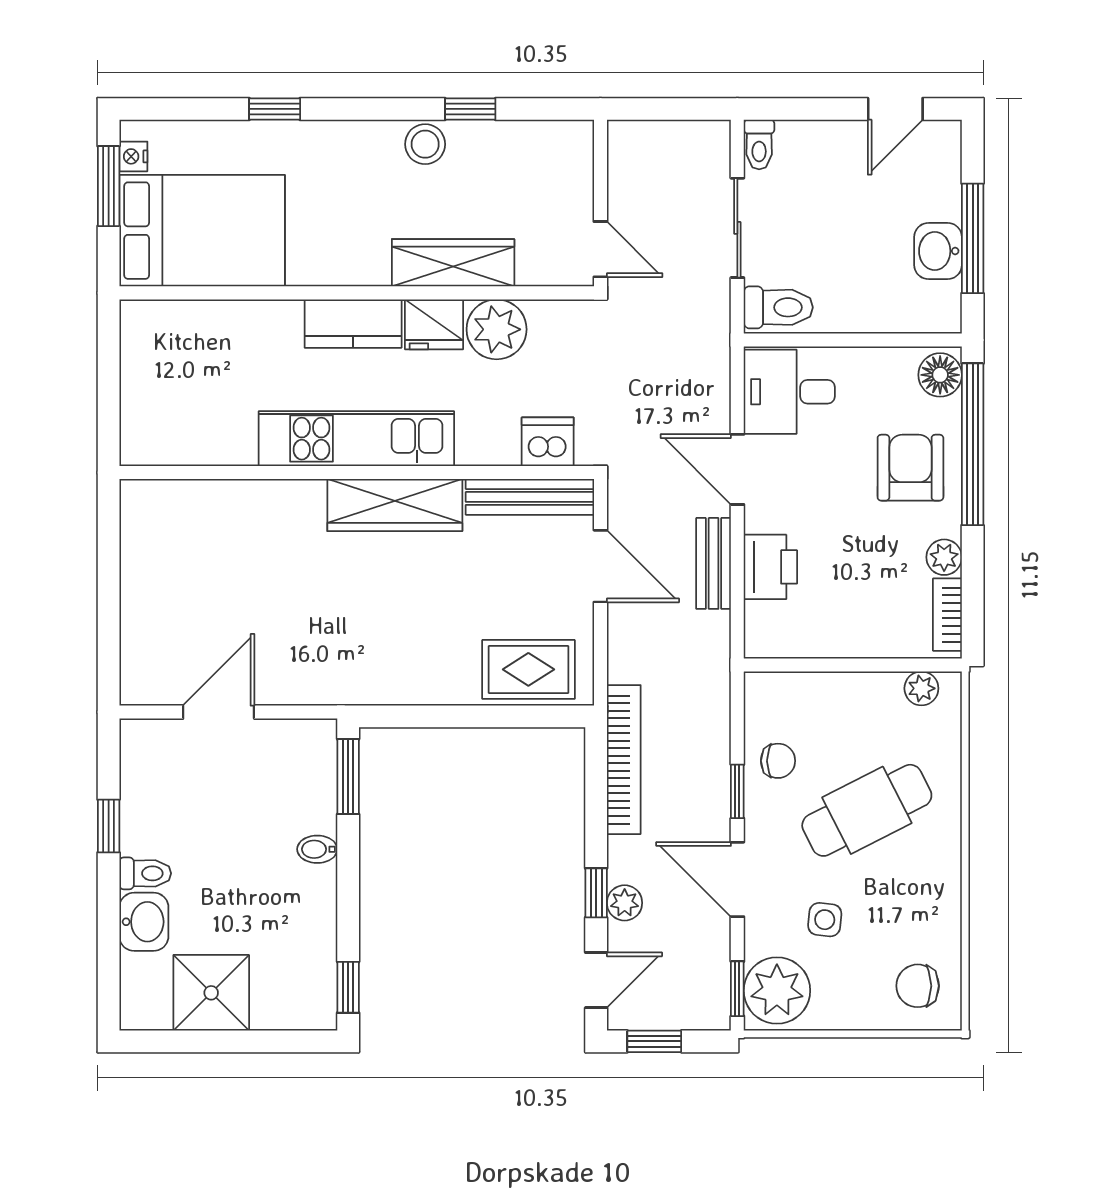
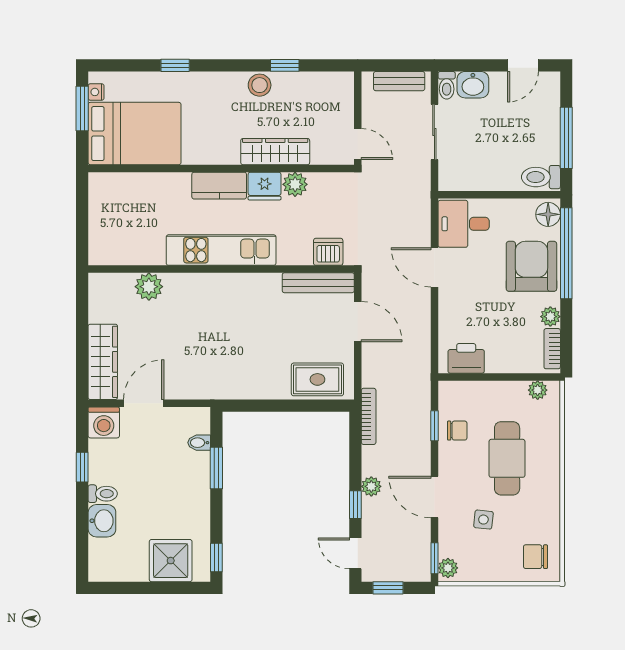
washbasin: (938, 251) -> (473, 85), moved, turned -90
toilet: (778, 307) -> (541, 177), moved, turned 180
plant: (497, 329) -> (295, 184), width x0.73, depth x0.73
armchair: (910, 468) -> (531, 266), width x1.36, depth x1.36
plant: (228, 504) -> (149, 287), added
wardrobe: (395, 505) -> (103, 362), moved, turned -90
bench: (714, 563) -> (399, 81), moved, turned 90
printer: (770, 567) -> (466, 358), moved, turned -90
washing machine: (147, 746) -> (104, 422), added
bookcase: (624, 760) -> (369, 416), width x0.68, depth x0.76
window: (348, 777) -> (216, 468), moved
window: (737, 791) -> (434, 426), moved
cafe table: (867, 810) -> (507, 458), turned -63
bidet: (317, 849) -> (199, 443), moved
plant: (625, 903) -> (371, 486), moved
door: (596, 980) -> (355, 553), swing flipped
plant: (777, 991) -> (448, 568), width x0.53, depth x0.53
shower: (211, 993) -> (171, 561), moved

